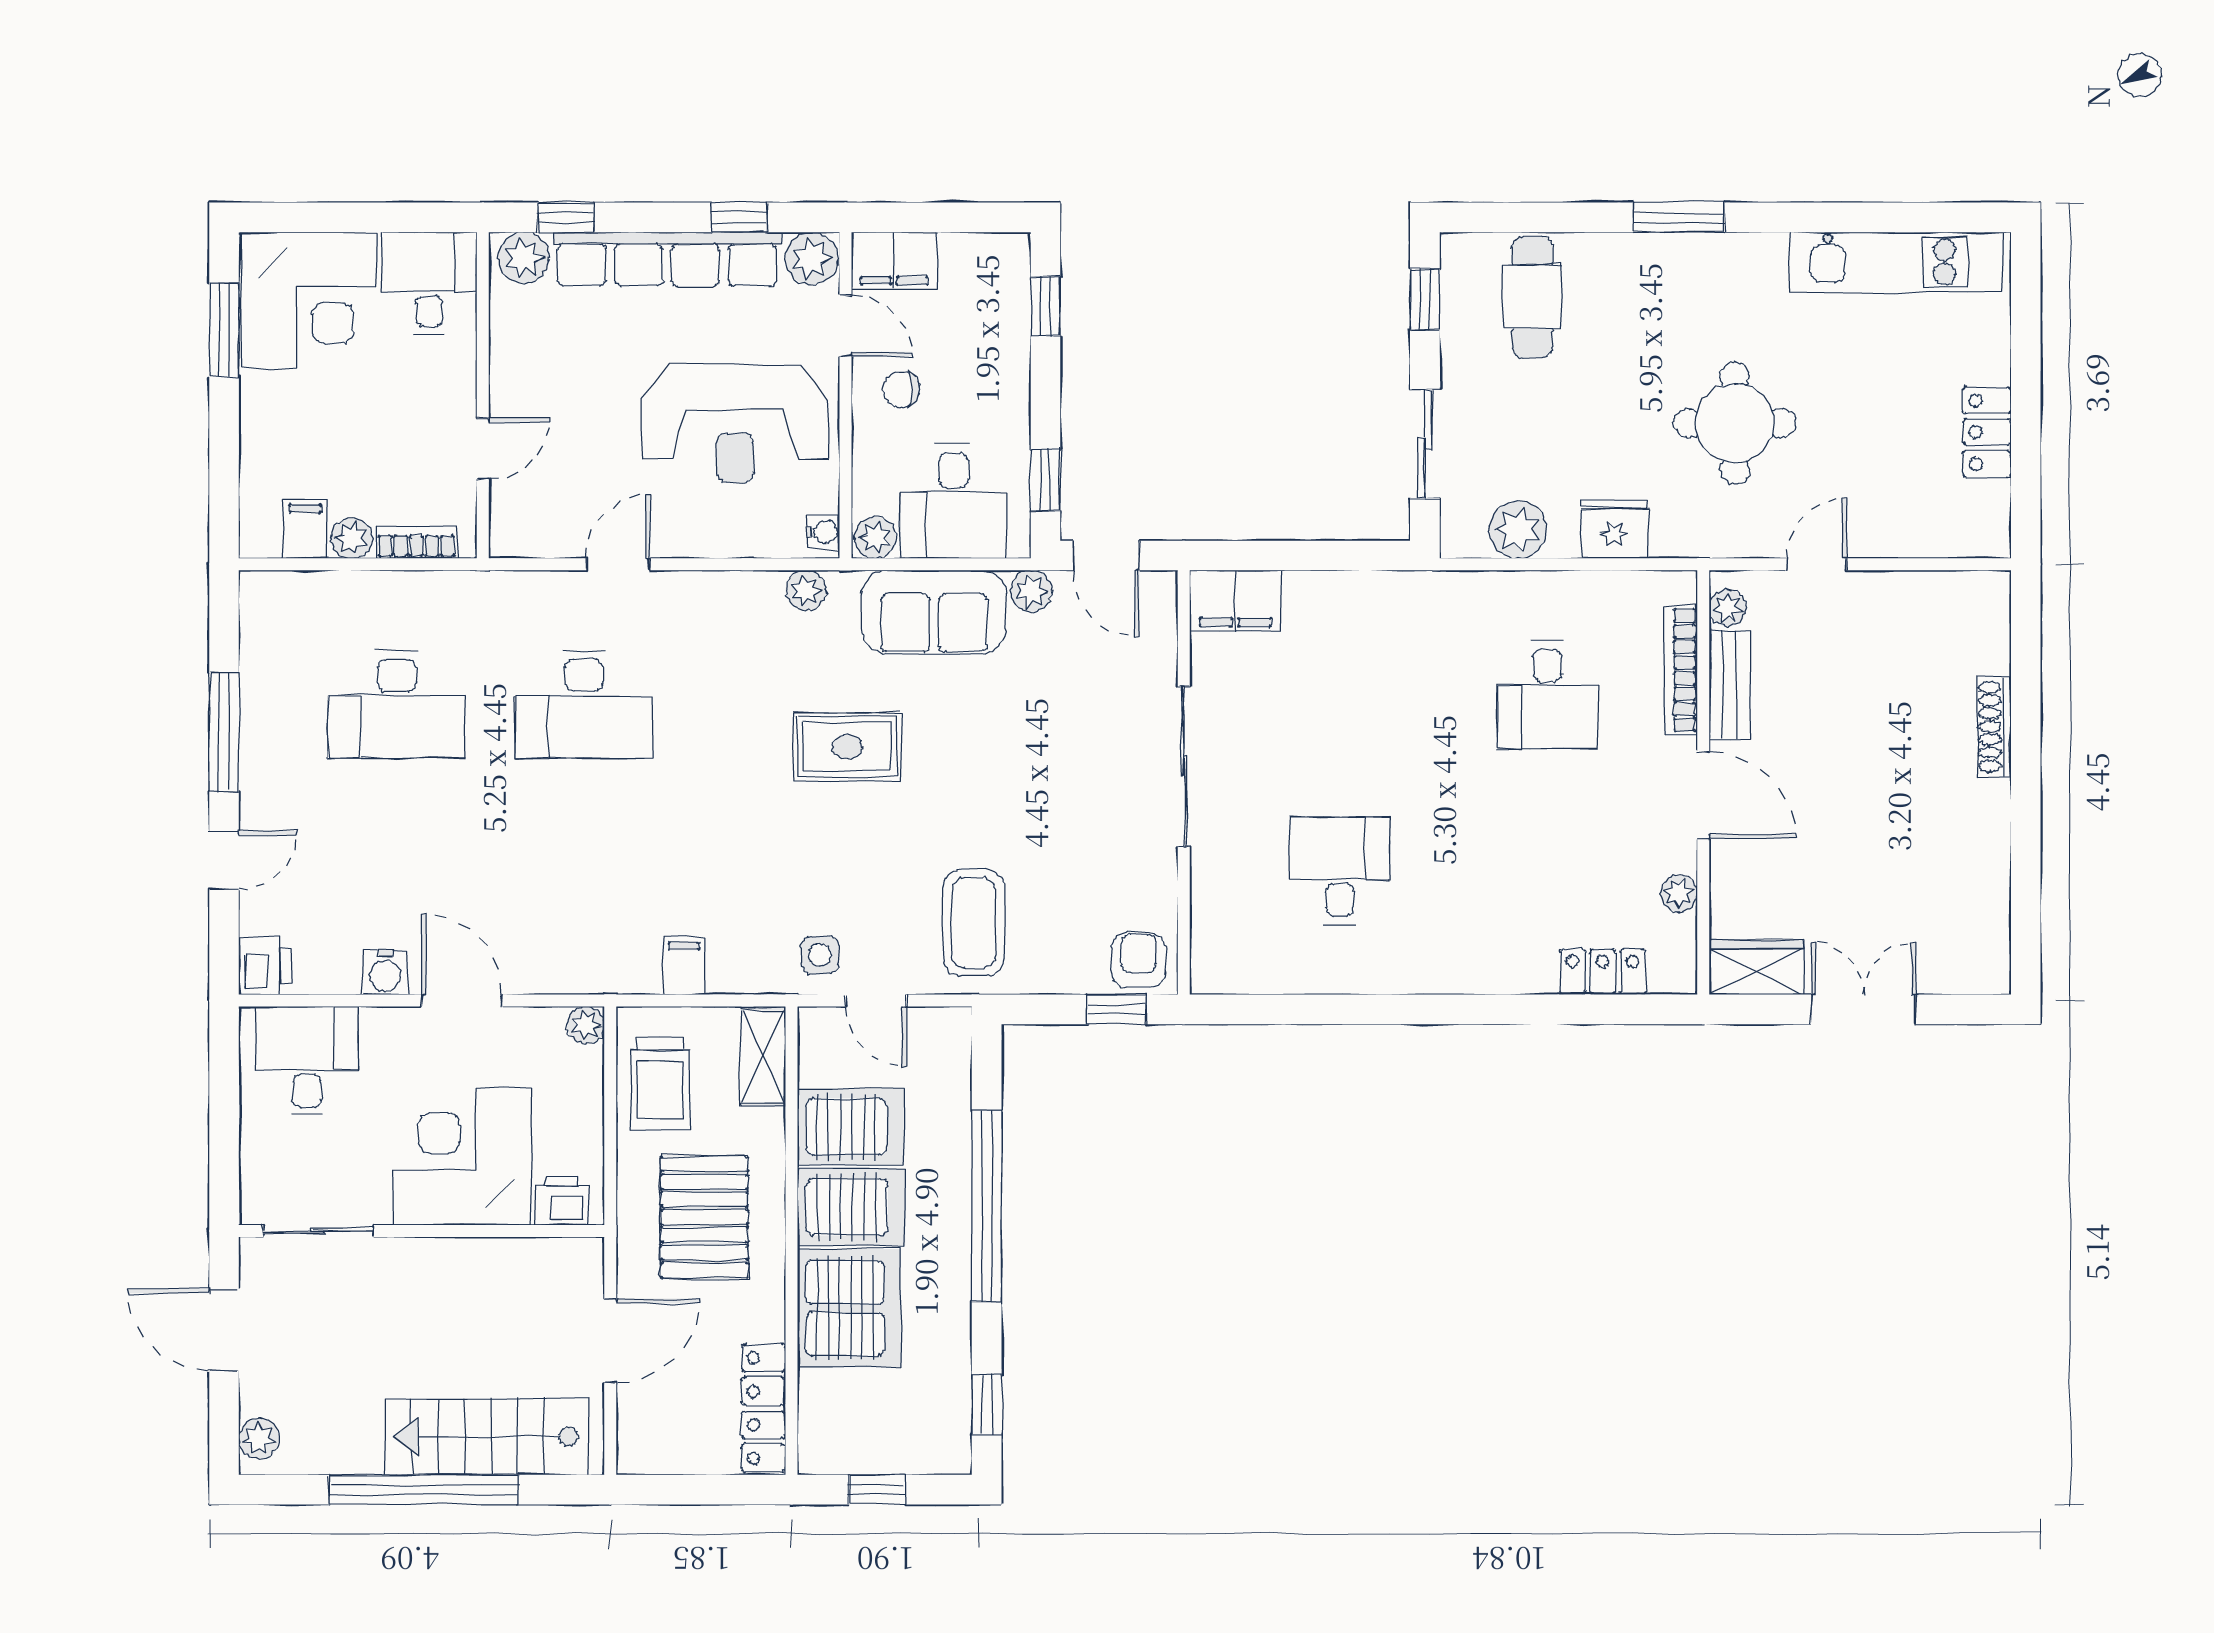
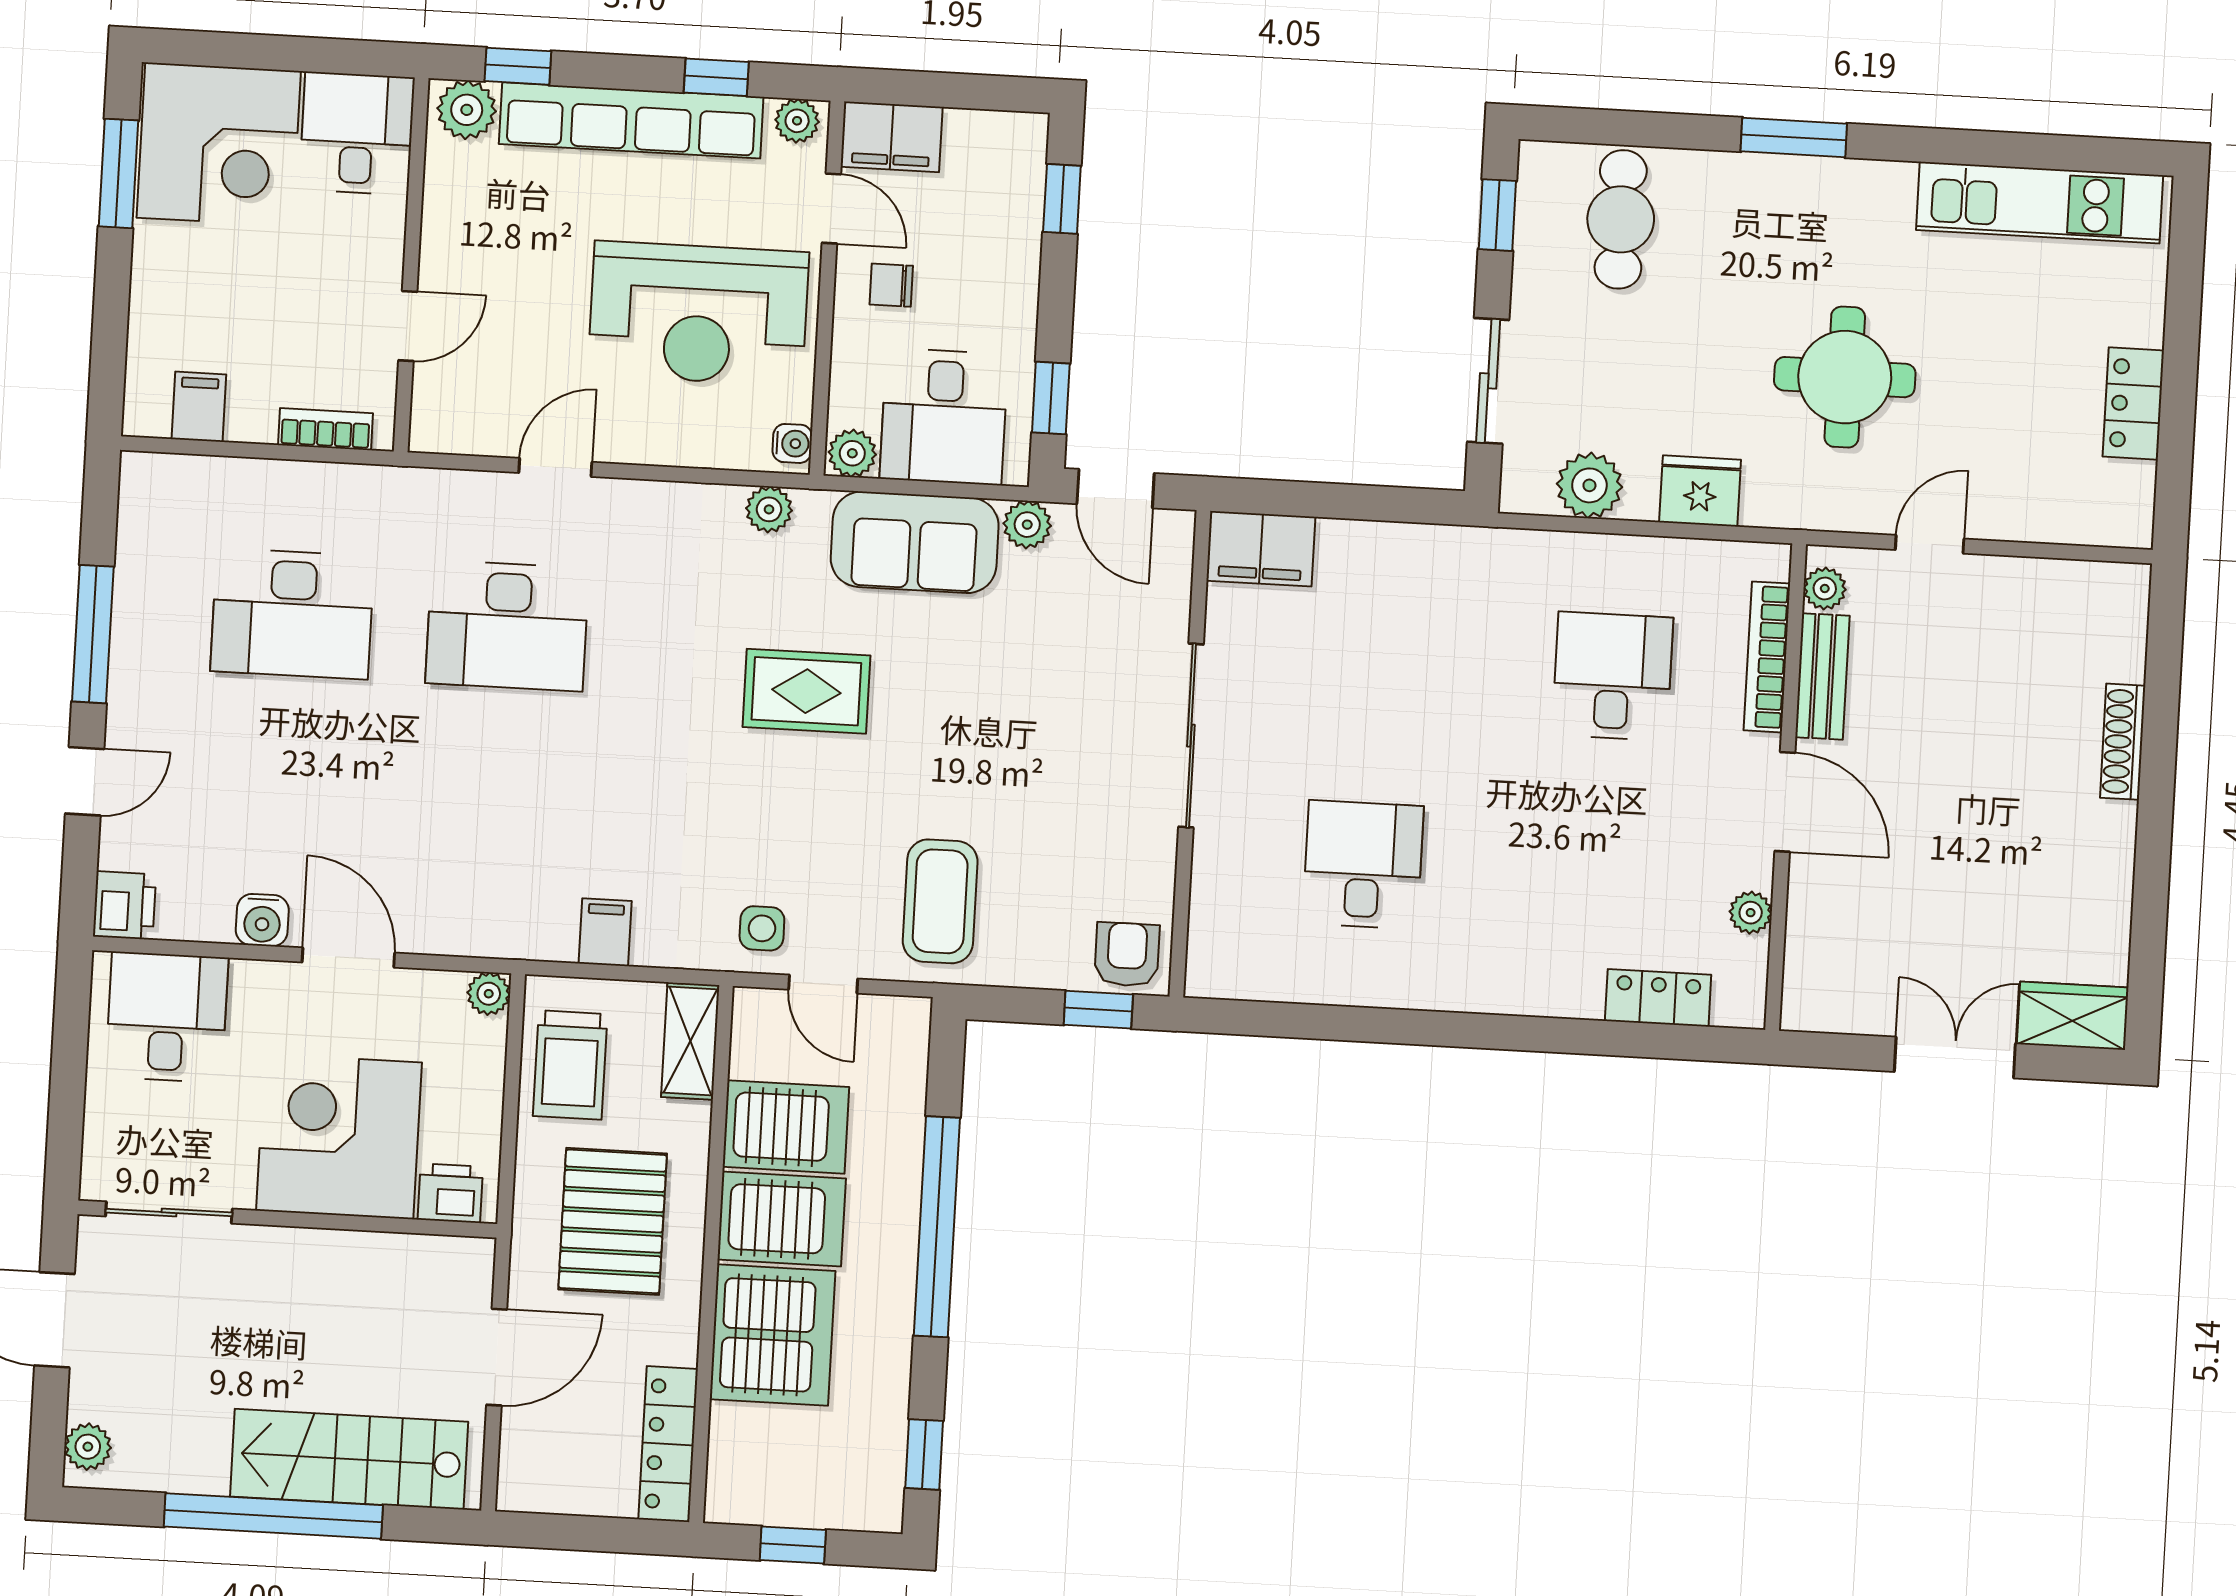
plant: (811, 258) -> (797, 121), width x0.73, depth x0.73
plant: (352, 538) -> (252, 420), removed
desk: (1547, 694) -> (1613, 676), turned 180
wardrobe: (1756, 967) -> (2073, 1016), moved

